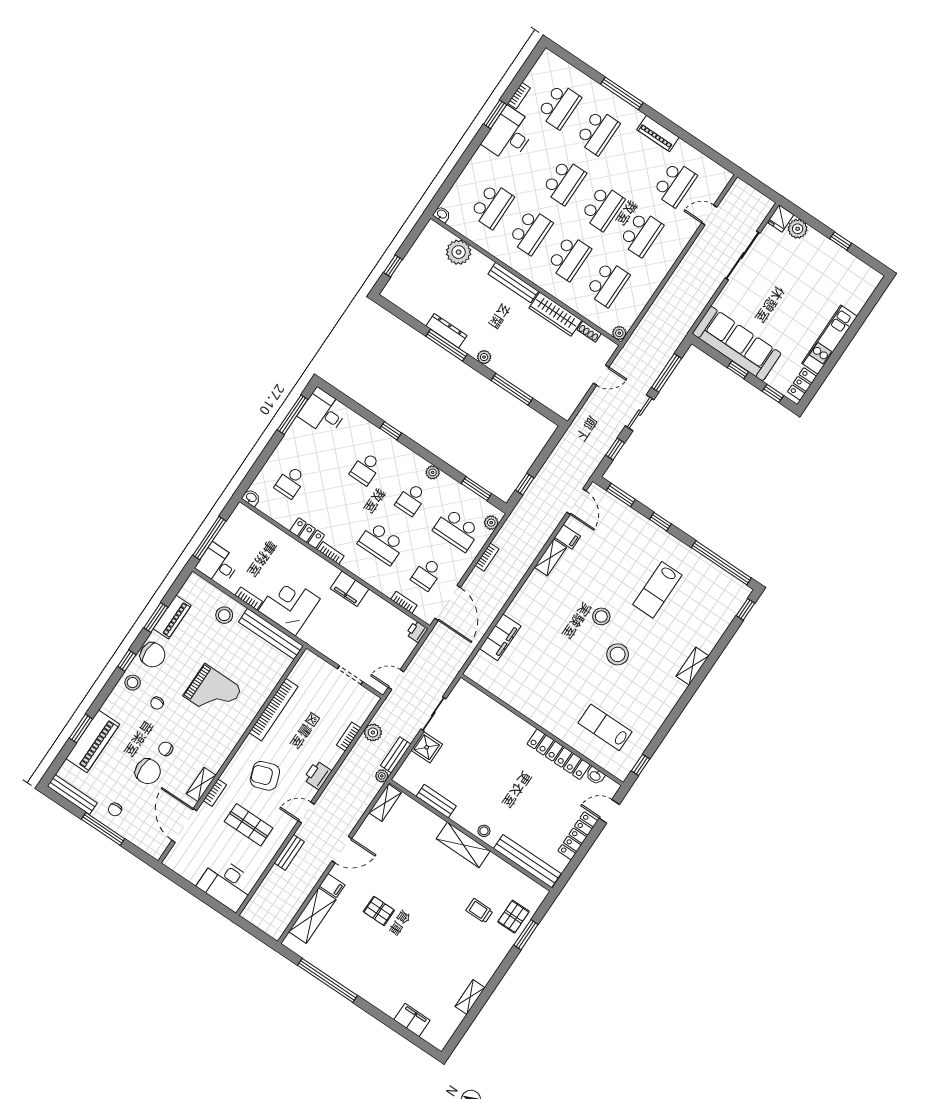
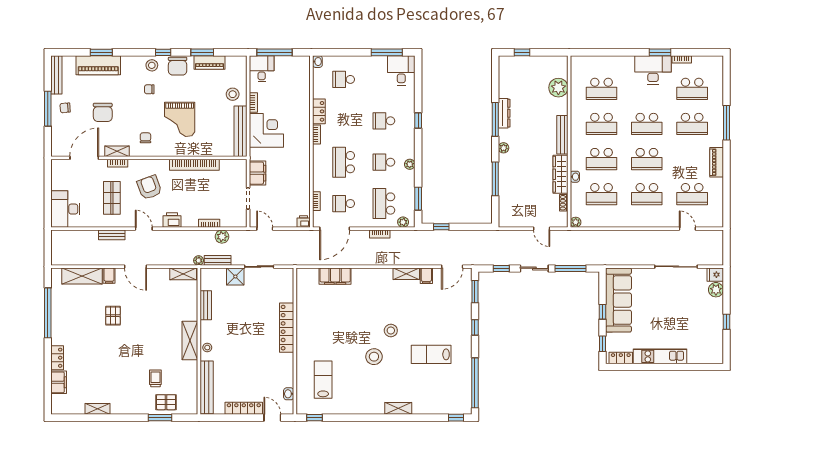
washbasin: (442, 214) -> (575, 177), moved
filing cabinet: (350, 589) -> (257, 173), moved, turned 180
chair: (166, 749) -> (145, 138), moved
locker: (559, 754) -> (287, 328), moved
locker: (384, 1003) -> (57, 358), added

